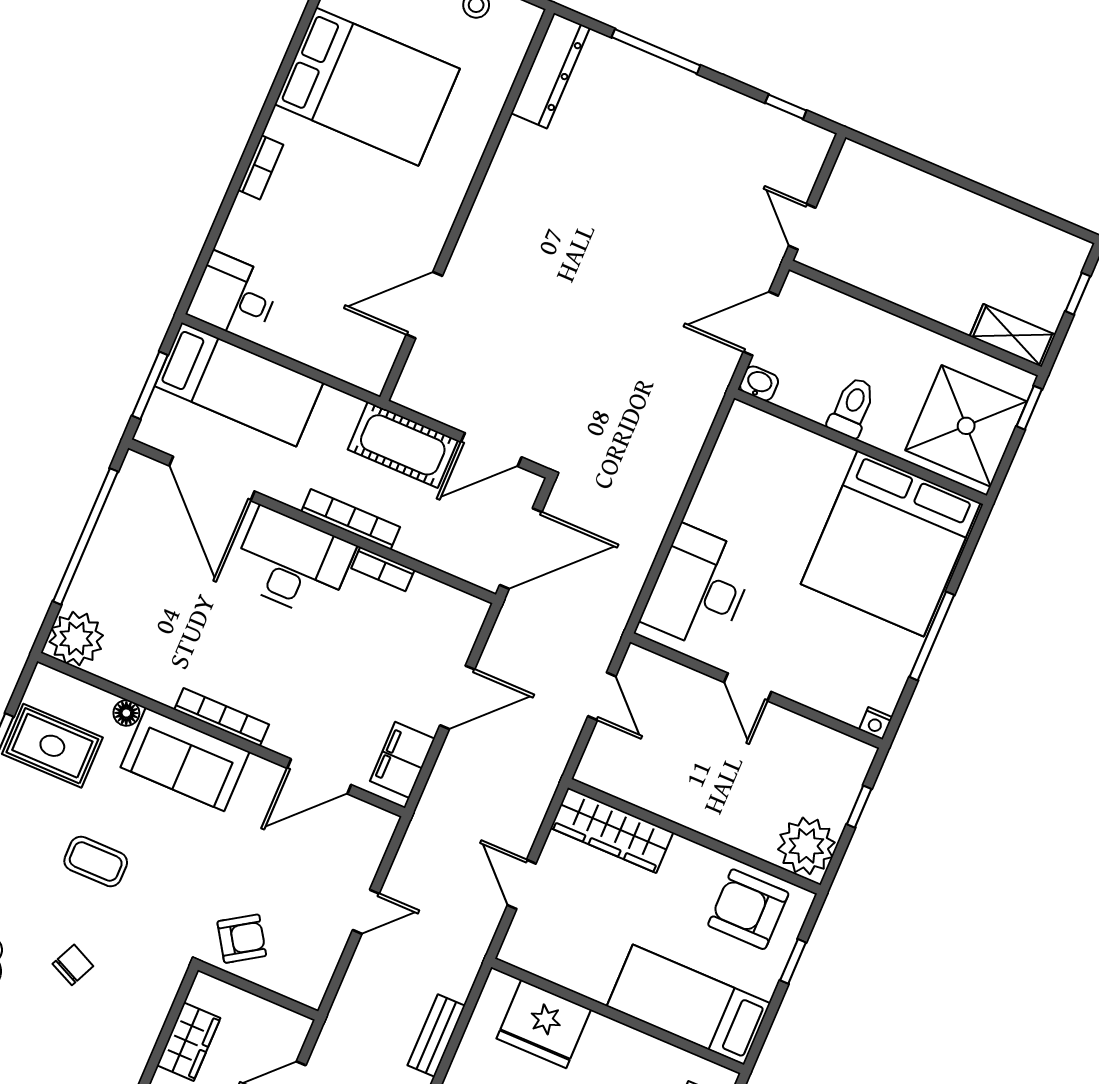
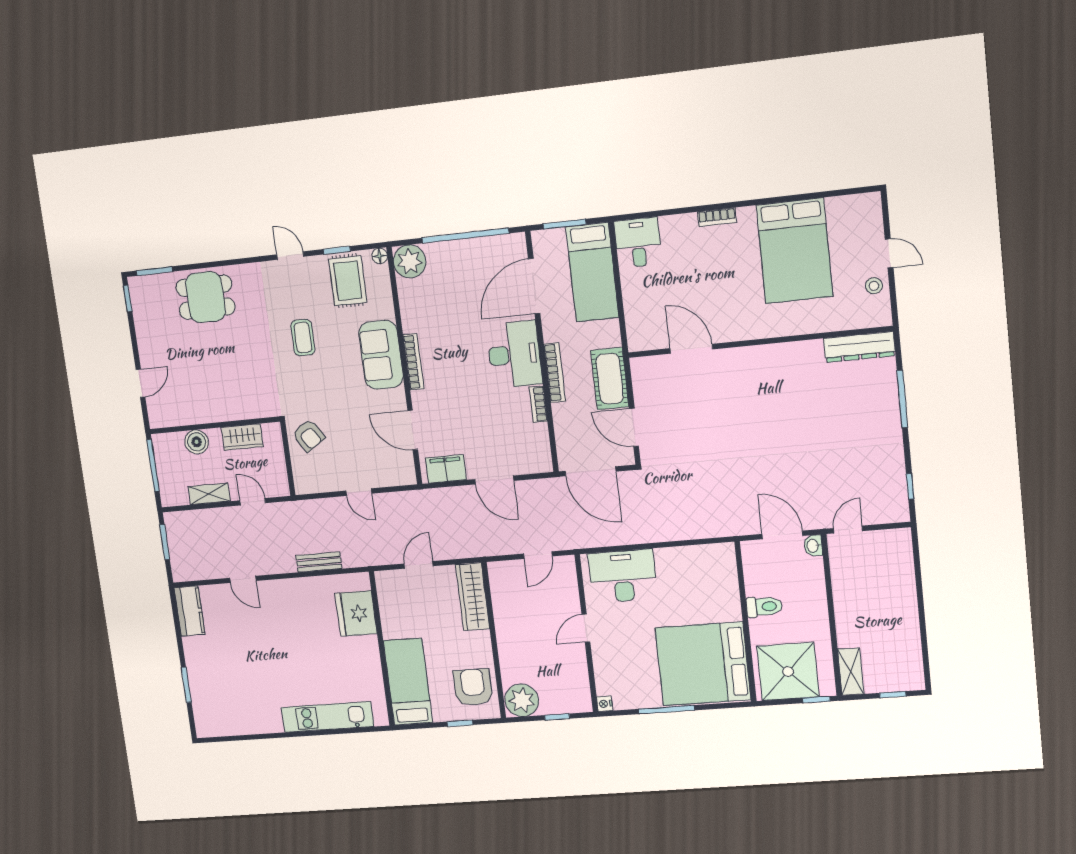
washbasin: (759, 383) -> (813, 546), moved, turned 180
floor lamp: (126, 713) -> (380, 256), moved
chair: (73, 965) -> (245, 355), removed

